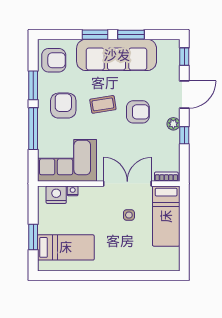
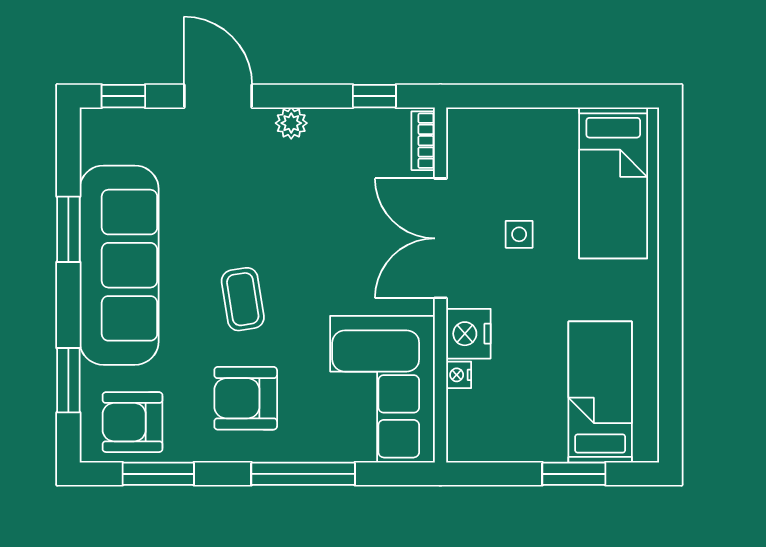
window: (95, 35) -> (68, 380), moved
armchair: (54, 60) -> (132, 422), turned -90
window: (33, 85) -> (158, 474), moved
armchair: (138, 112) -> (262, 212), removed
window: (184, 135) -> (374, 96), moved
nightstand: (56, 195) -> (468, 334), moved
bed: (166, 216) -> (613, 183), moved, turned 90

